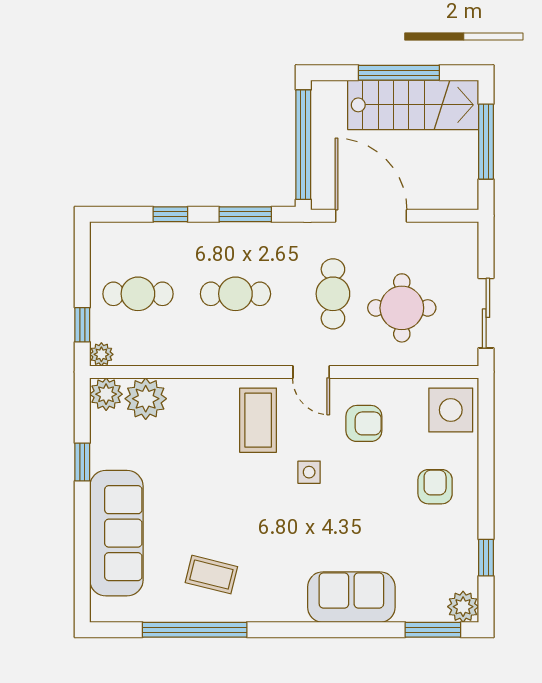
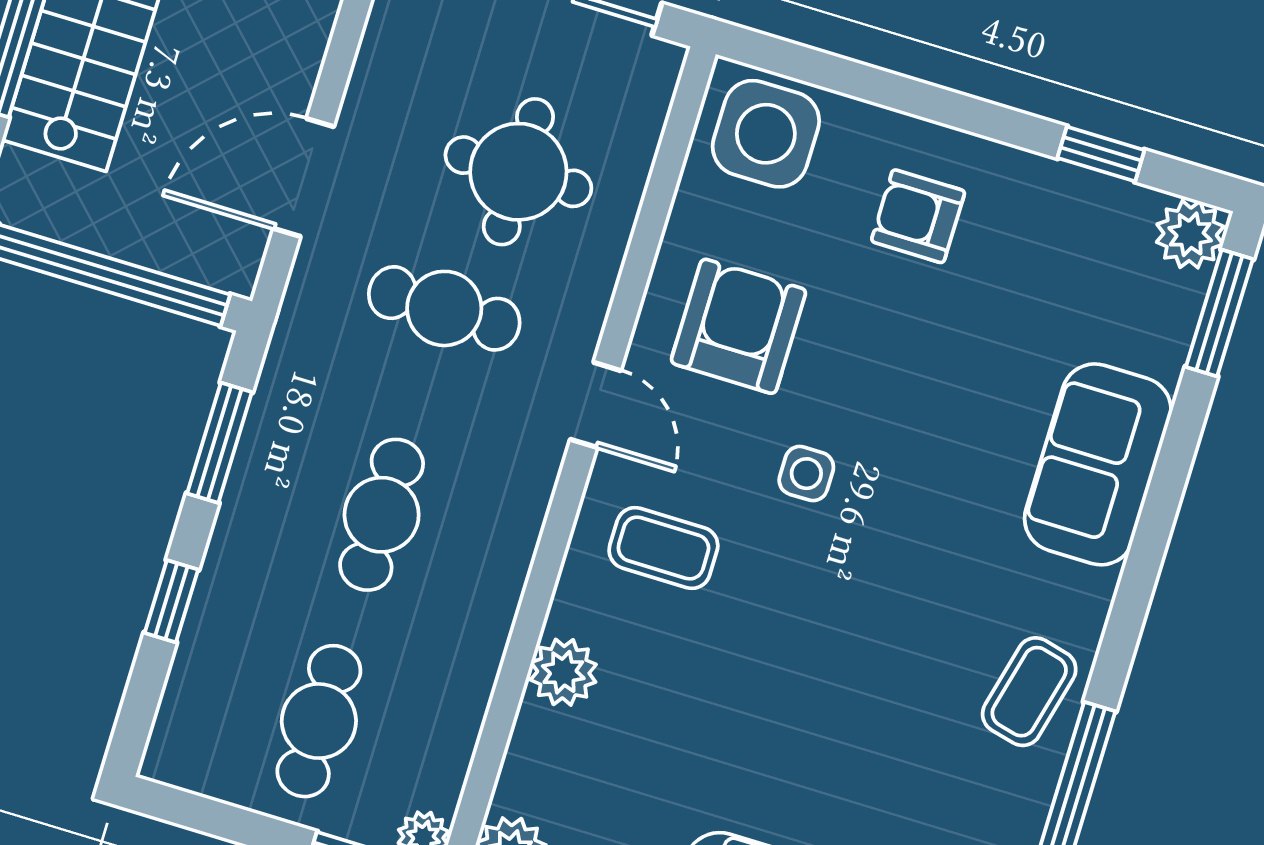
door: (371, 216) -> (304, 177), width x0.73
door: (311, 372) -> (595, 405), hinge flipped
plant: (146, 399) -> (563, 672), moved, width x0.73, depth x0.73
coffee table: (258, 420) -> (663, 548), width x0.73, depth x0.77
armchair: (364, 423) -> (738, 326), width x1.38, depth x1.38
coffee table: (211, 575) -> (1029, 692), moved

